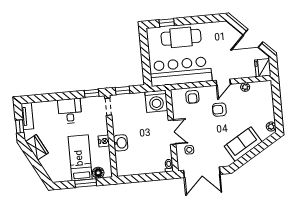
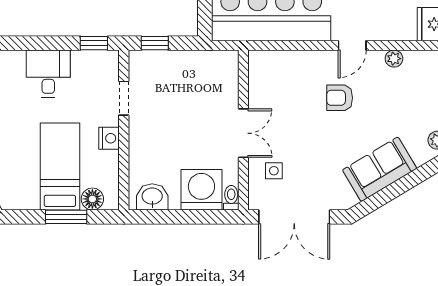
armchair: (192, 97) -> (289, 68), removed
washing machine: (156, 101) -> (201, 190), moved, turned 180
doorway: (108, 107) -> (124, 98), moved
washbasin: (121, 143) -> (152, 197), moved, turned -90

